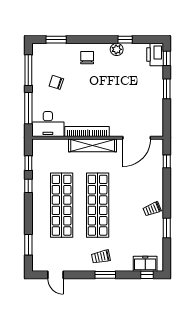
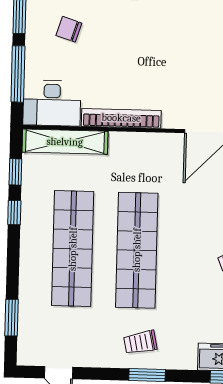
shelving: (93, 145) -> (65, 142), moved

